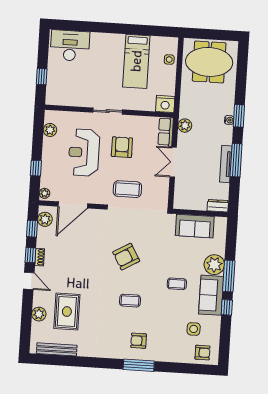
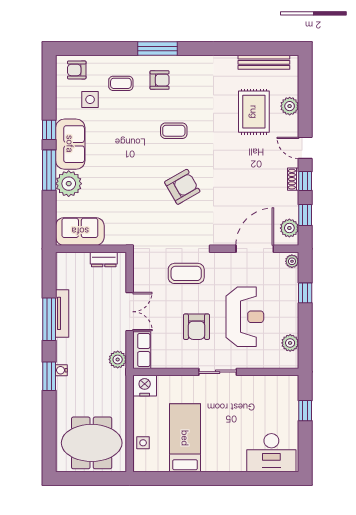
dresser: (218, 206) -> (104, 259), moved
sofa: (195, 226) -> (80, 231), moved
coffee table: (177, 284) -> (121, 83), moved

